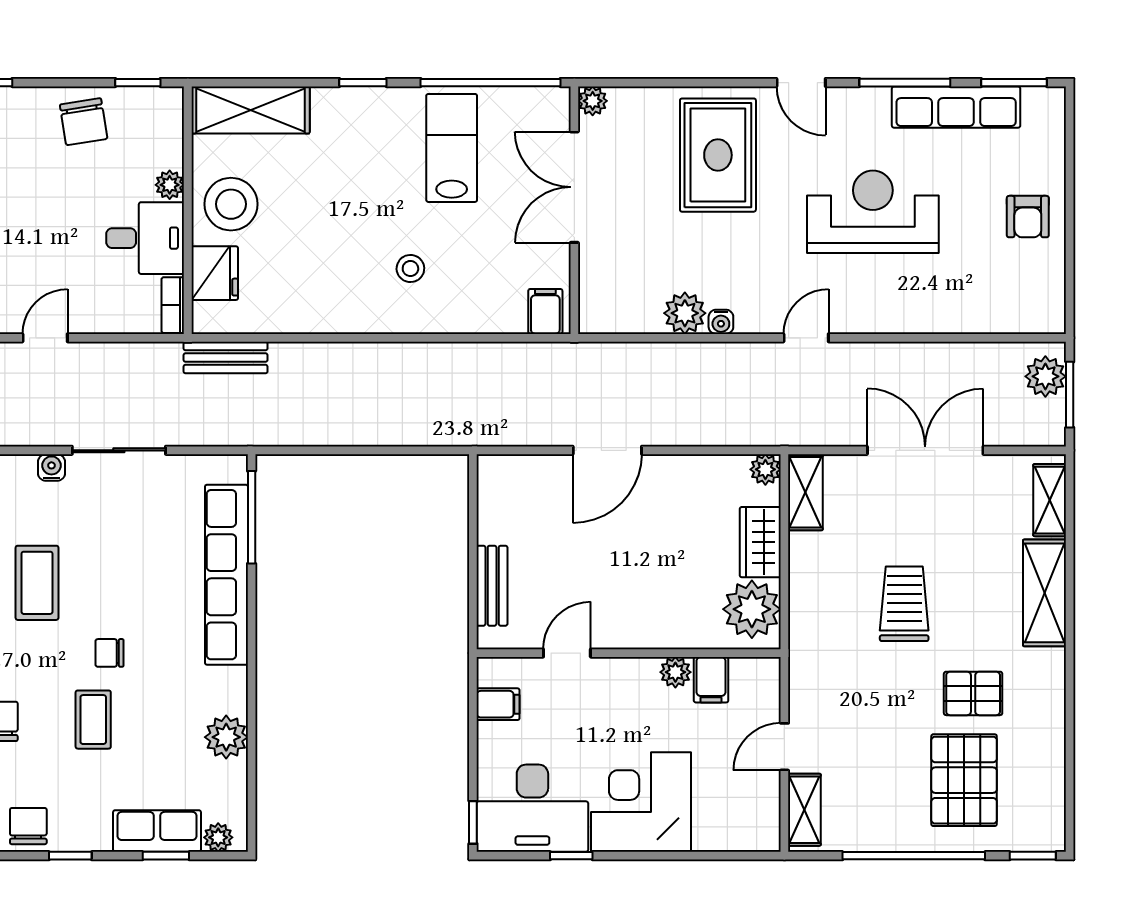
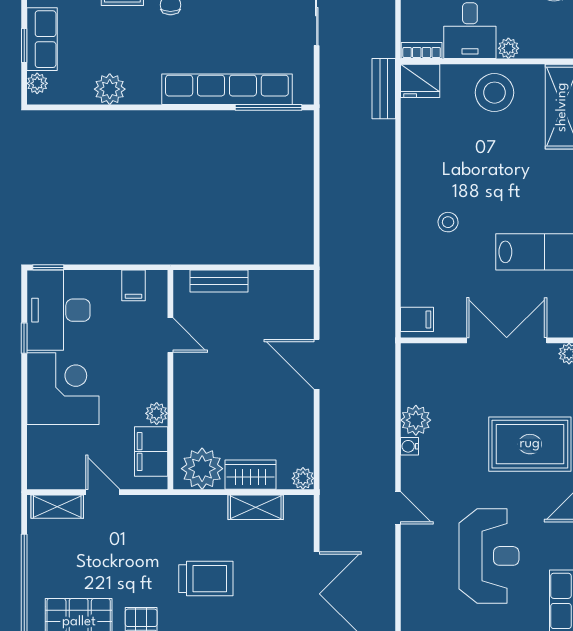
fridge: (215, 273) -> (420, 81), moved
shelving: (805, 492) -> (256, 507), moved
filing cabinet: (711, 680) -> (151, 452), width x2.00

